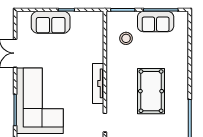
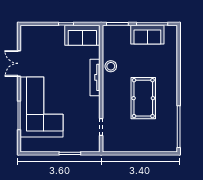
sofa: (51, 22) -> (82, 35), moved
stool: (126, 38) -> (111, 66), moved
tv unit: (98, 83) -> (95, 77), moved

